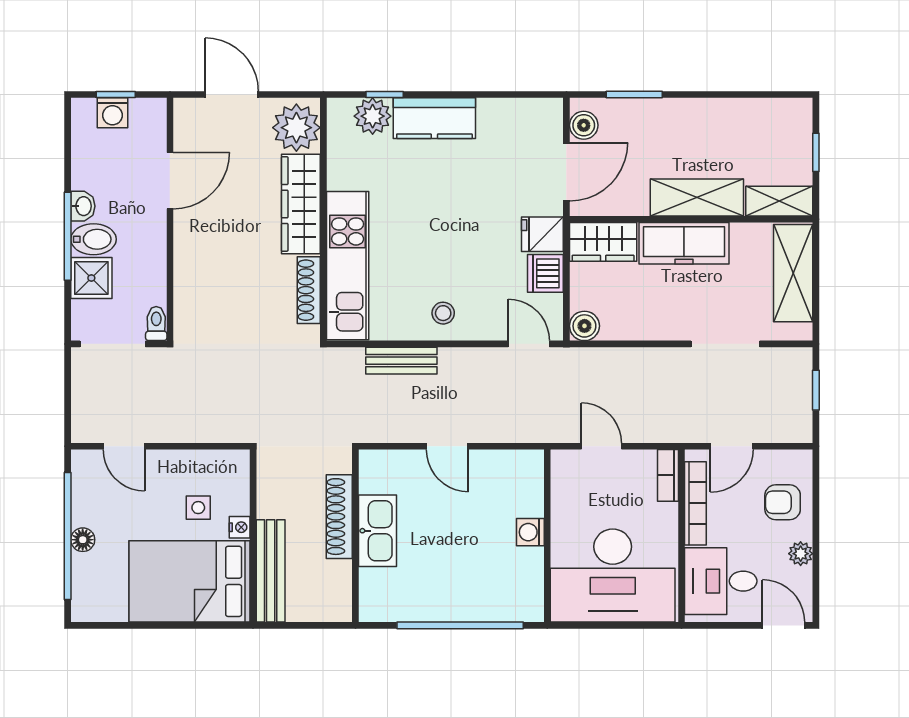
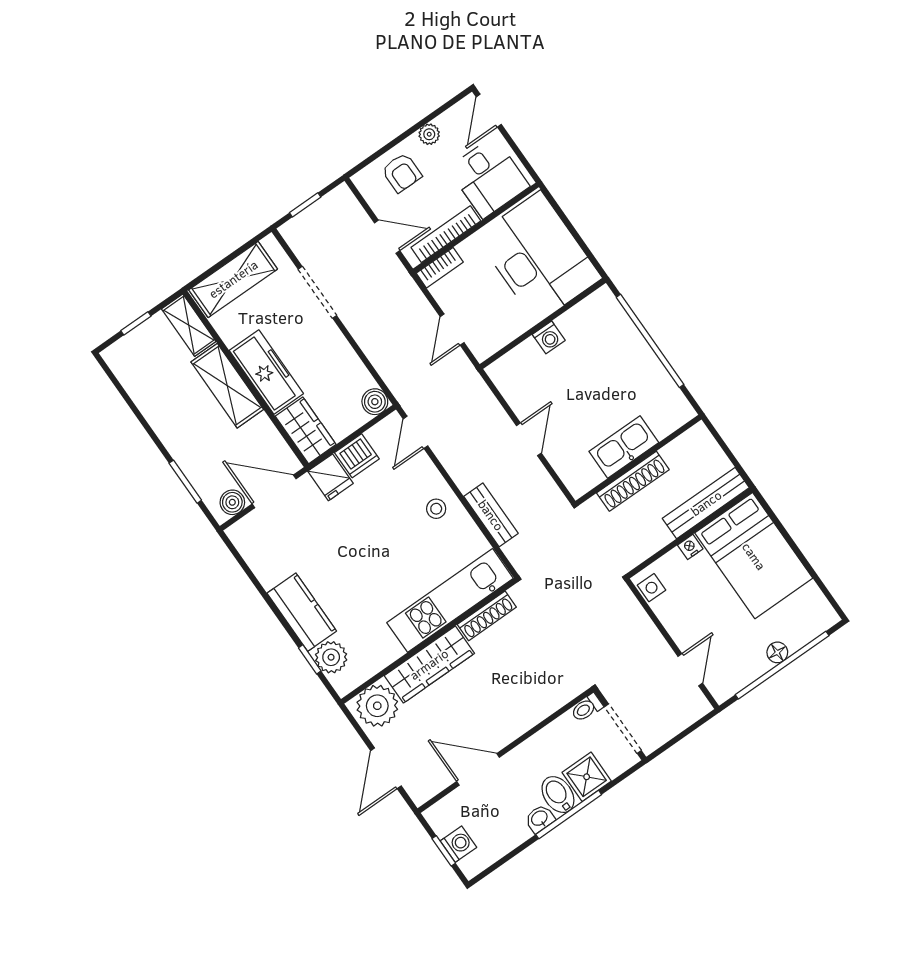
side table: (198, 508) -> (652, 588), moved

